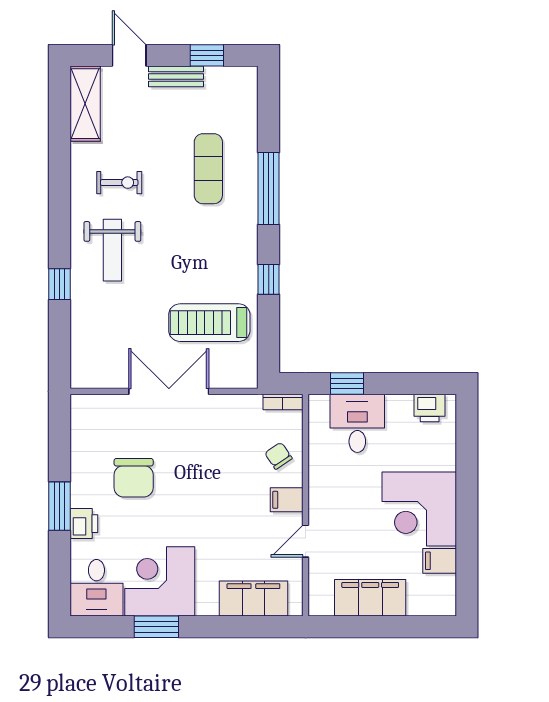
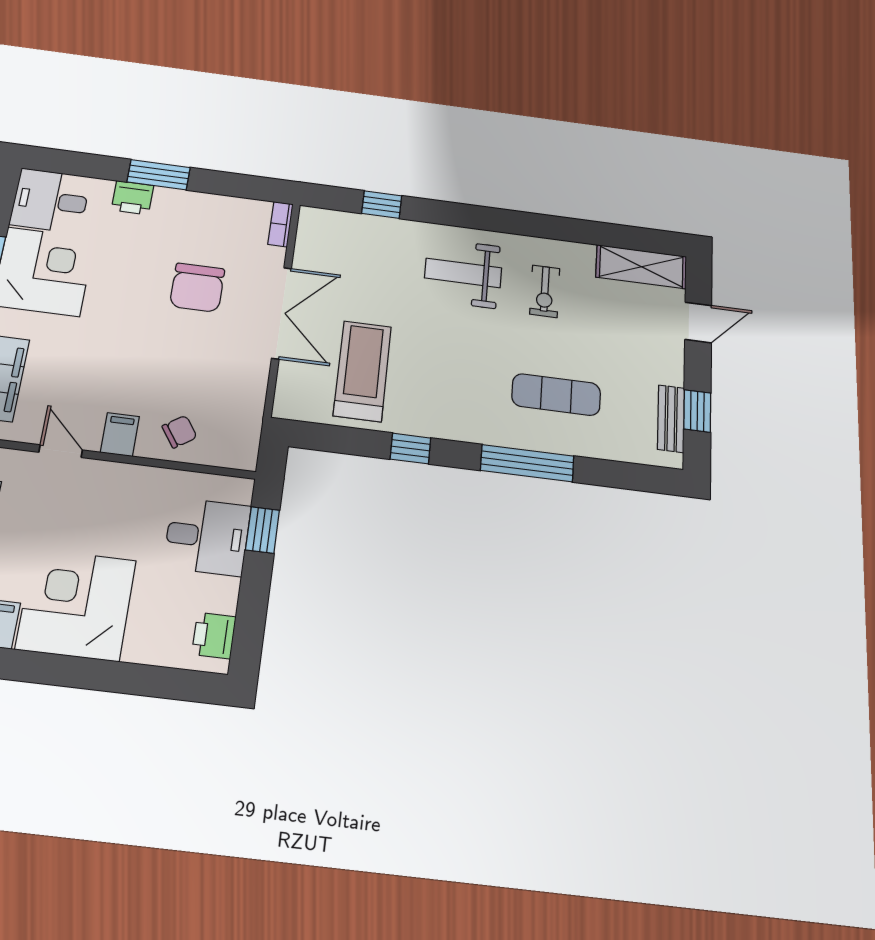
bench: (176, 76) -> (671, 419), moved
window: (60, 284) -> (382, 205), moved
bookcase: (283, 402) -> (281, 224), moved
chair: (134, 478) -> (197, 288), moved, turned -90

